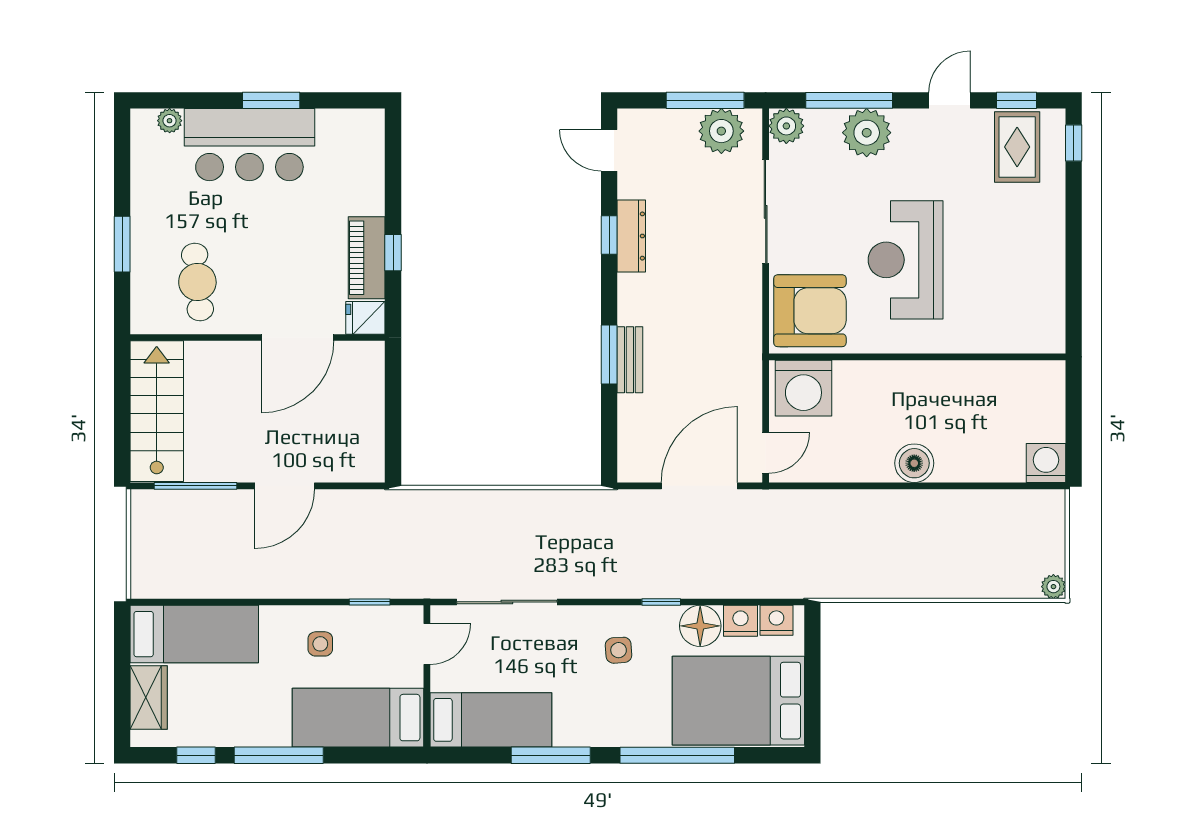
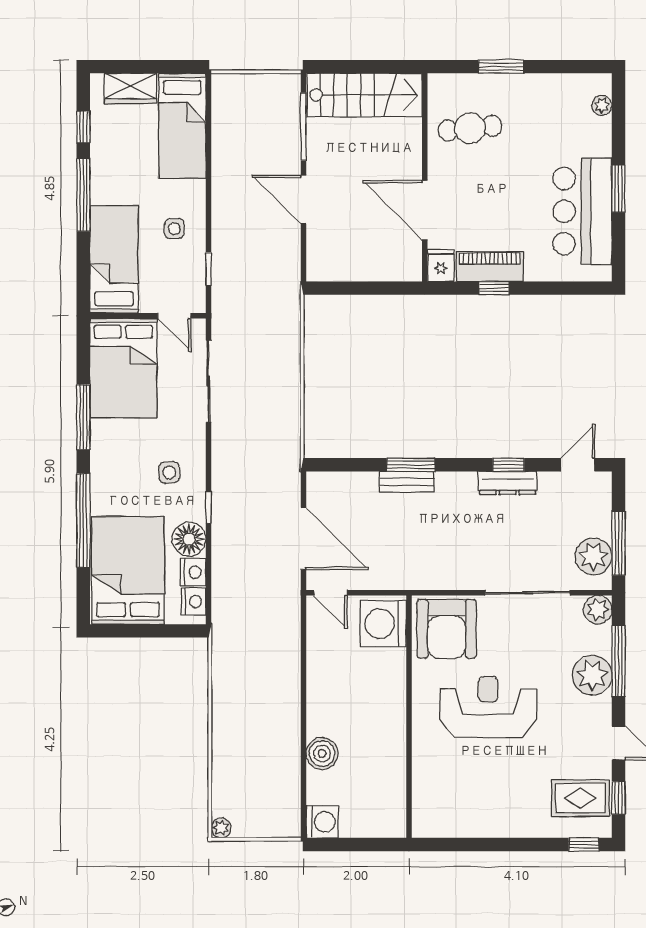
bar counter: (249, 145) -> (582, 211), moved
boiler: (914, 463) -> (322, 754), moved
bed: (491, 720) -> (123, 368), width x1.50

